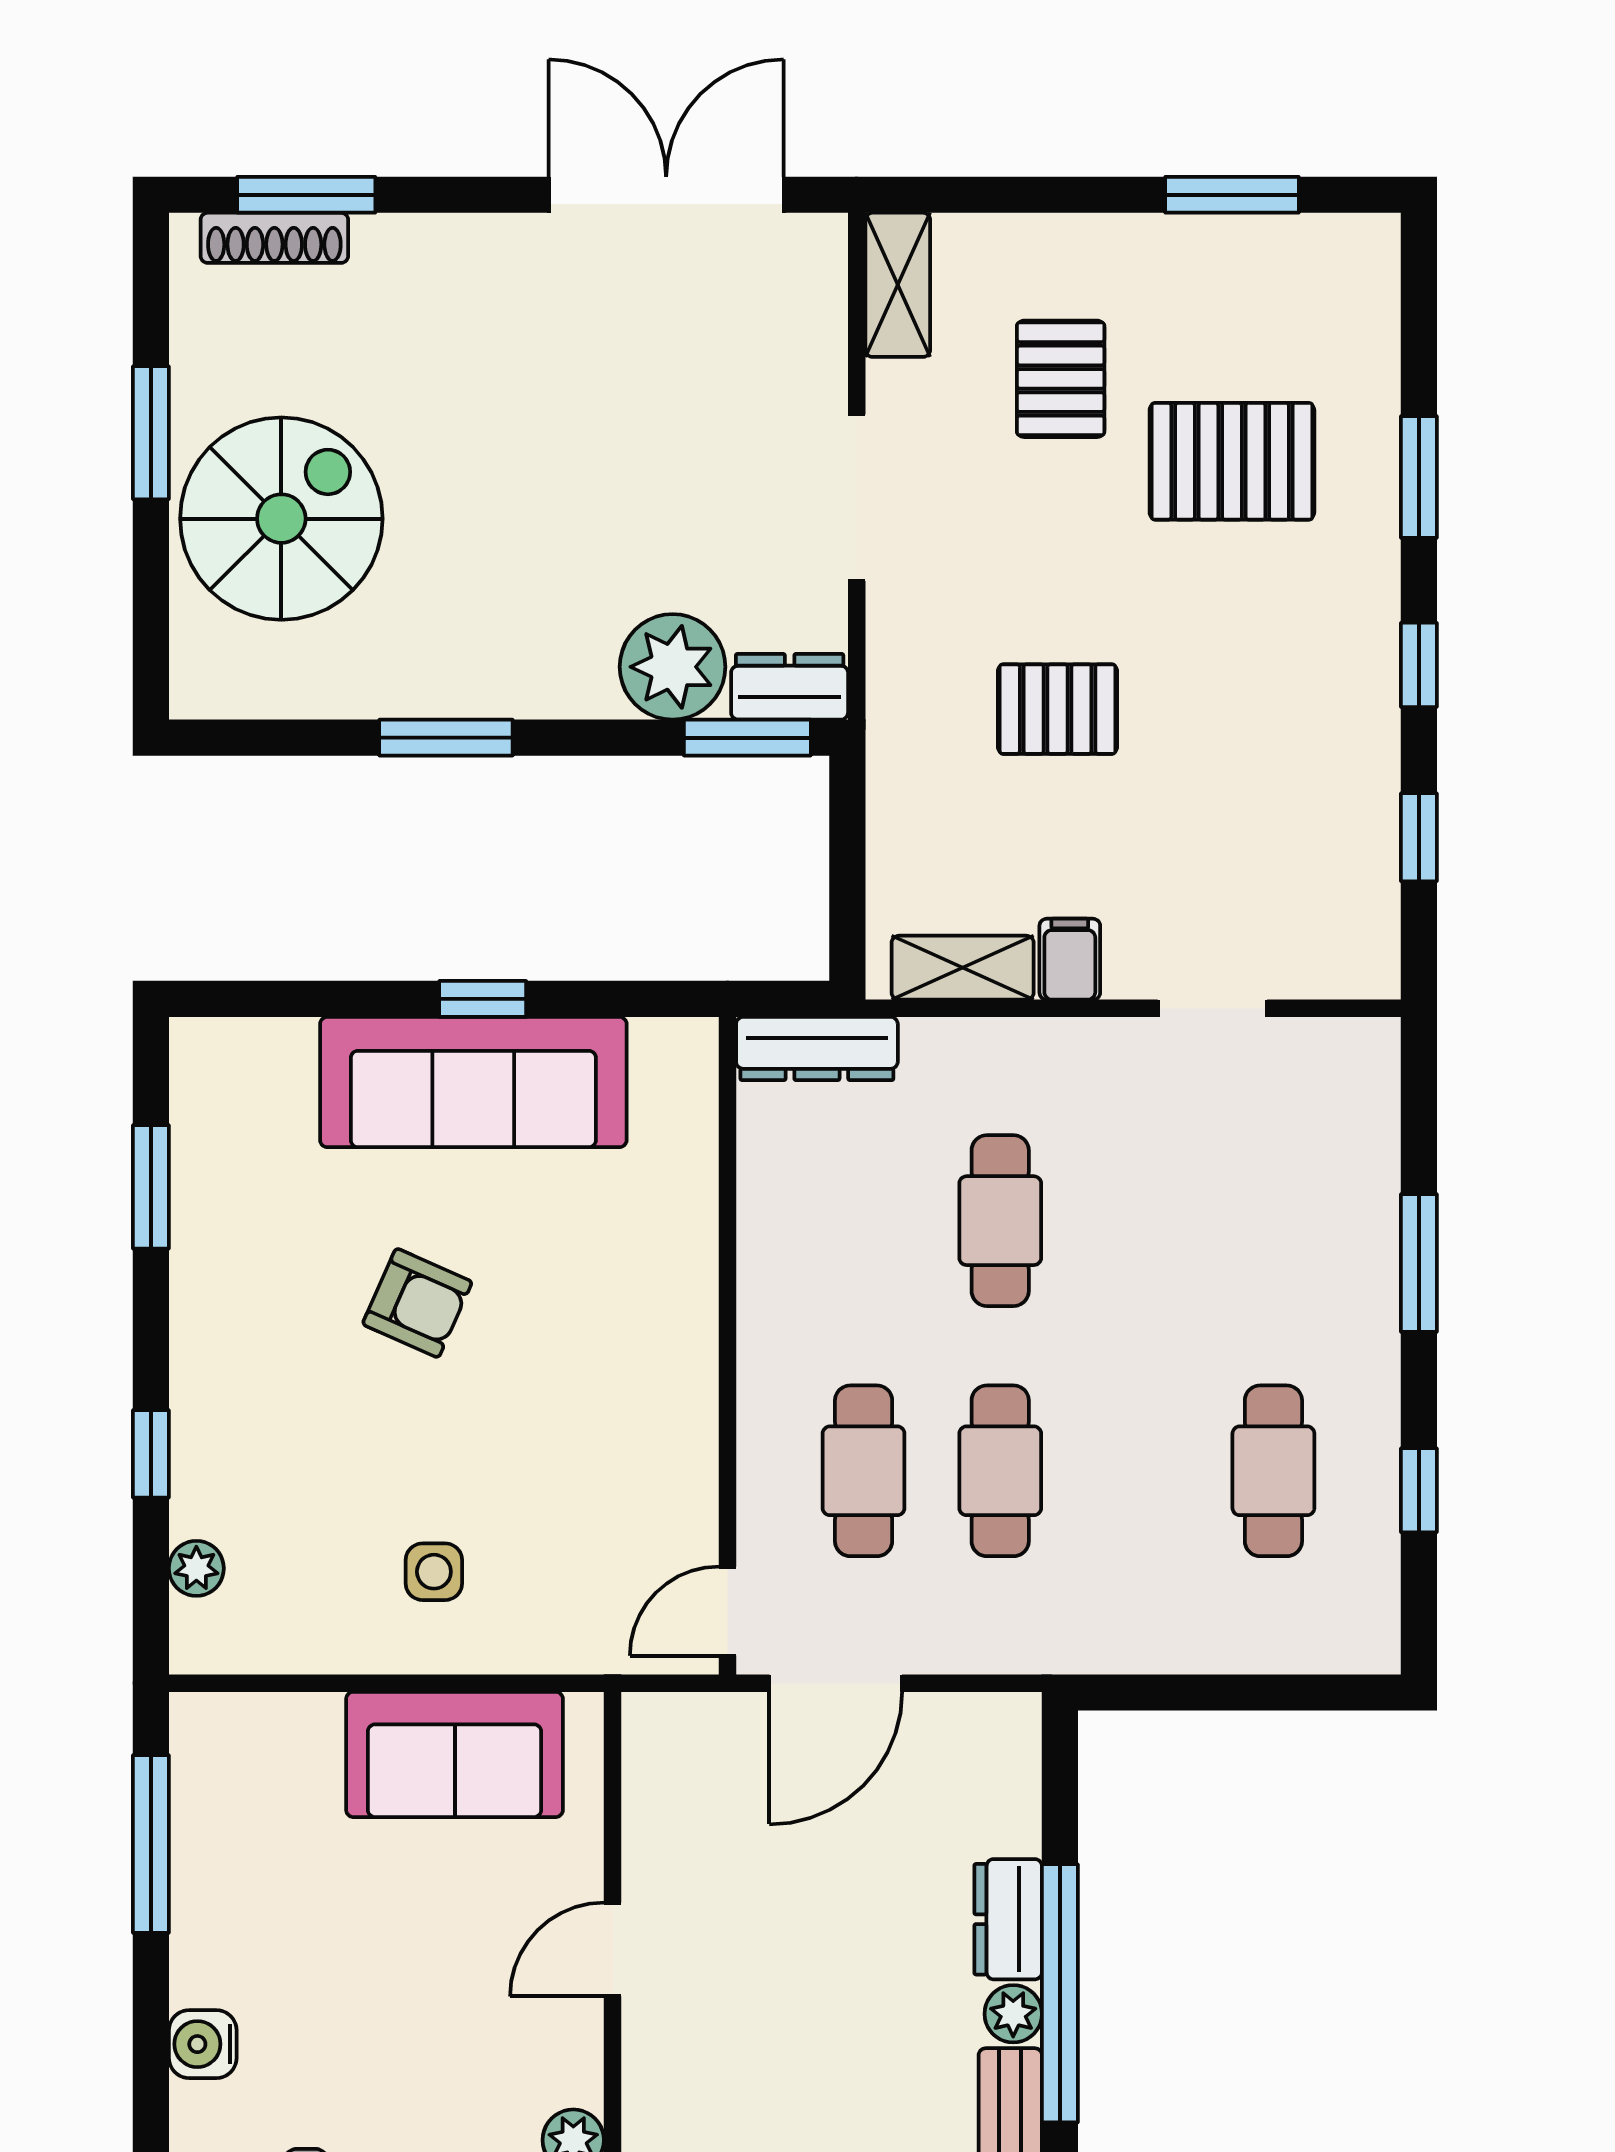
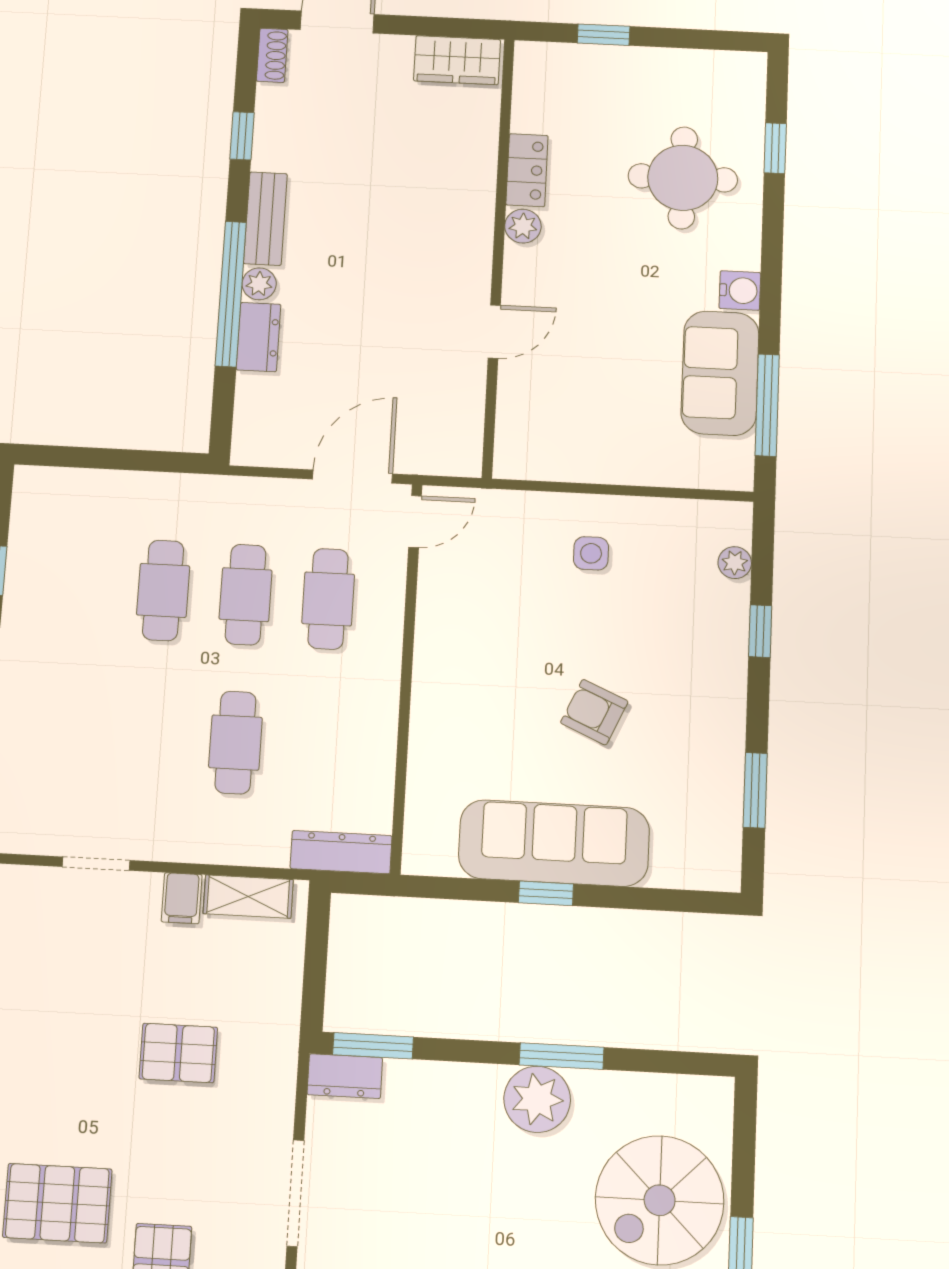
plant: (673, 667) -> (537, 1099), moved
cafe table: (1273, 1471) -> (163, 590), moved
sofa: (455, 1754) -> (720, 373), moved, turned -90

